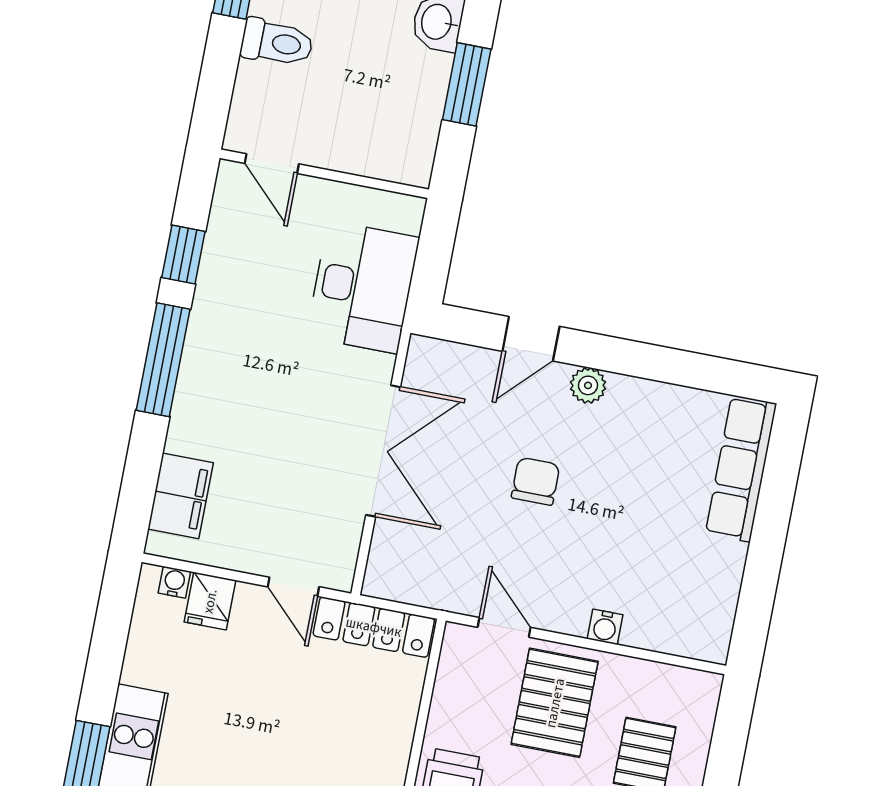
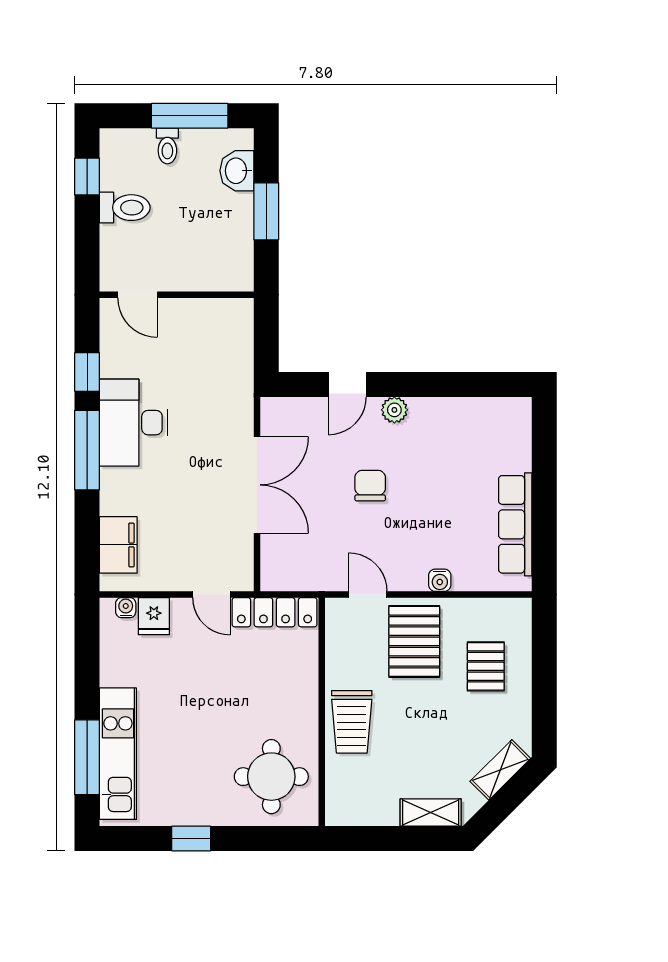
desk: (363, 287) -> (134, 423), moved, turned 180
row of seats: (741, 469) -> (515, 524), moved

